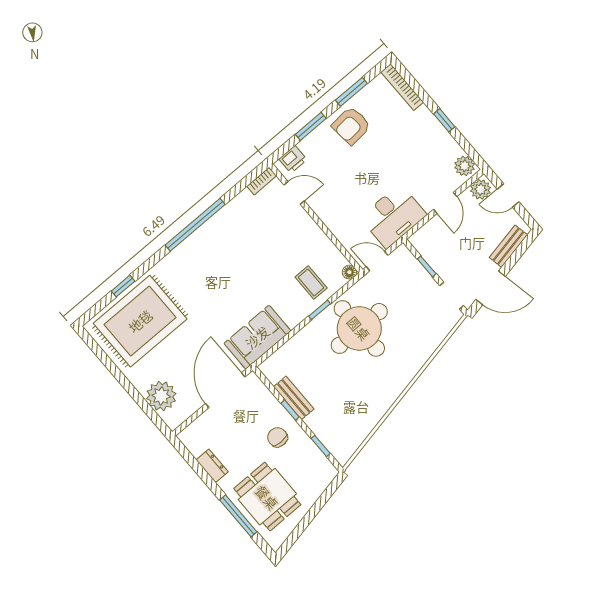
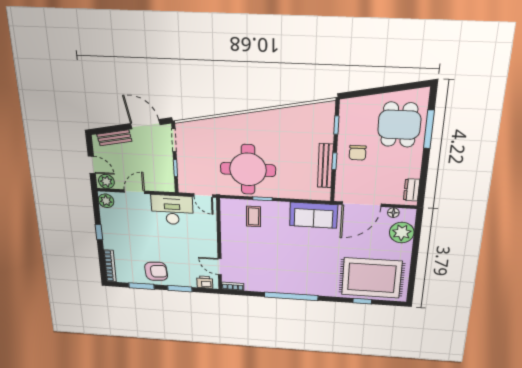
floor lamp: (349, 272) -> (393, 213), moved
bench: (294, 398) -> (325, 166), width x1.36
dresser: (212, 466) -> (412, 190), moved

